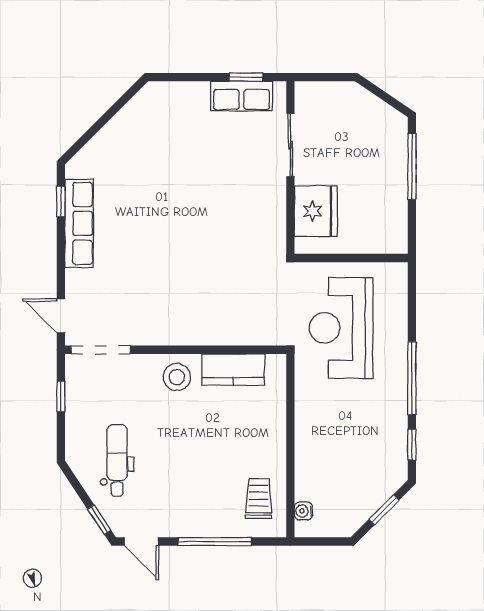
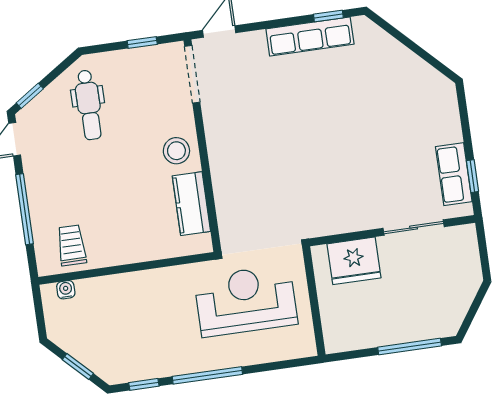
dental chair: (117, 460) -> (89, 105), turned 90
trolley: (259, 499) -> (72, 245), turned -90

